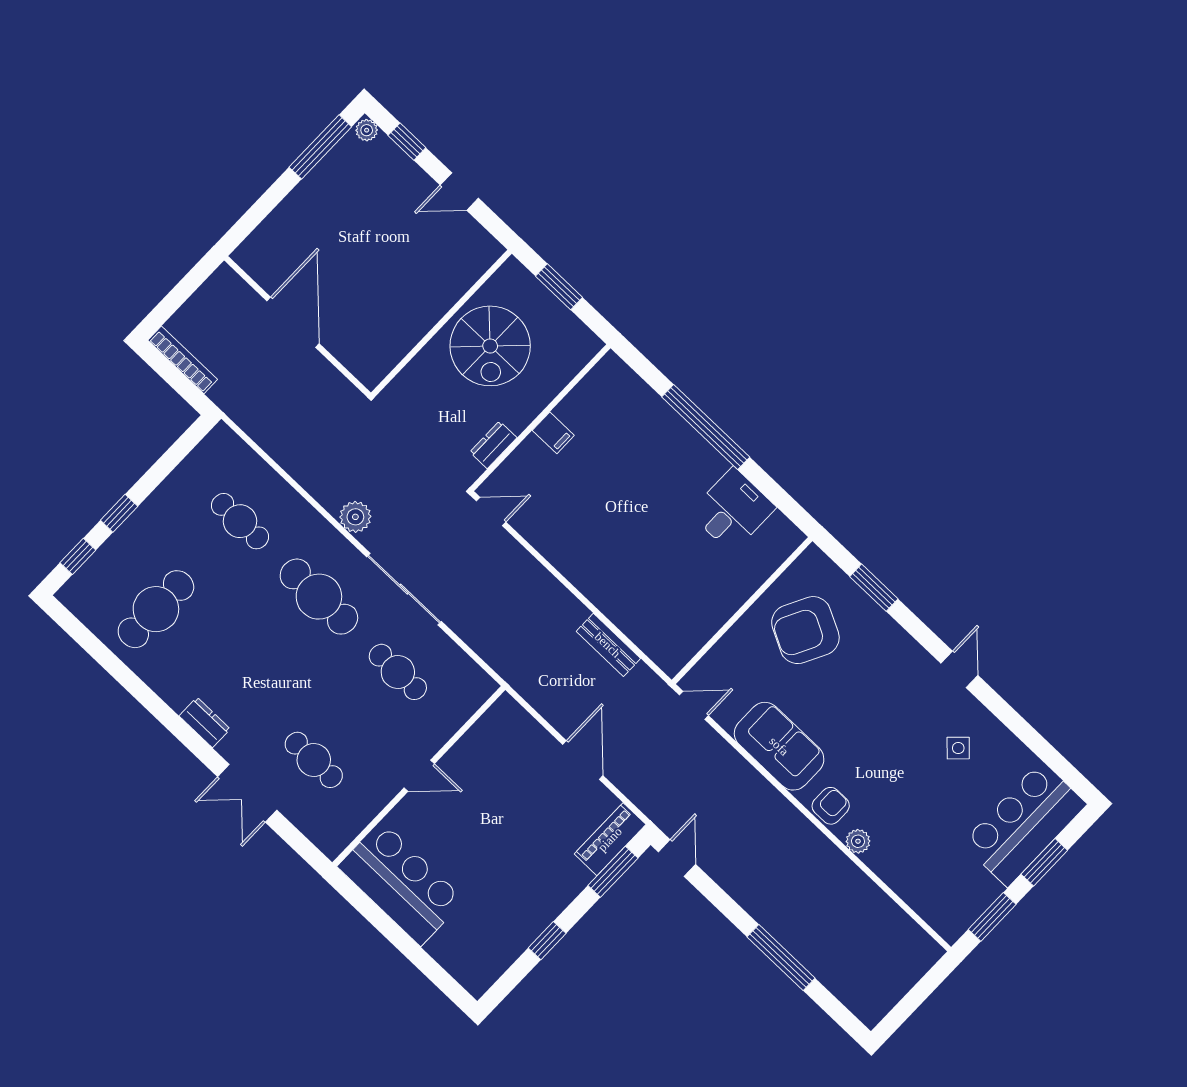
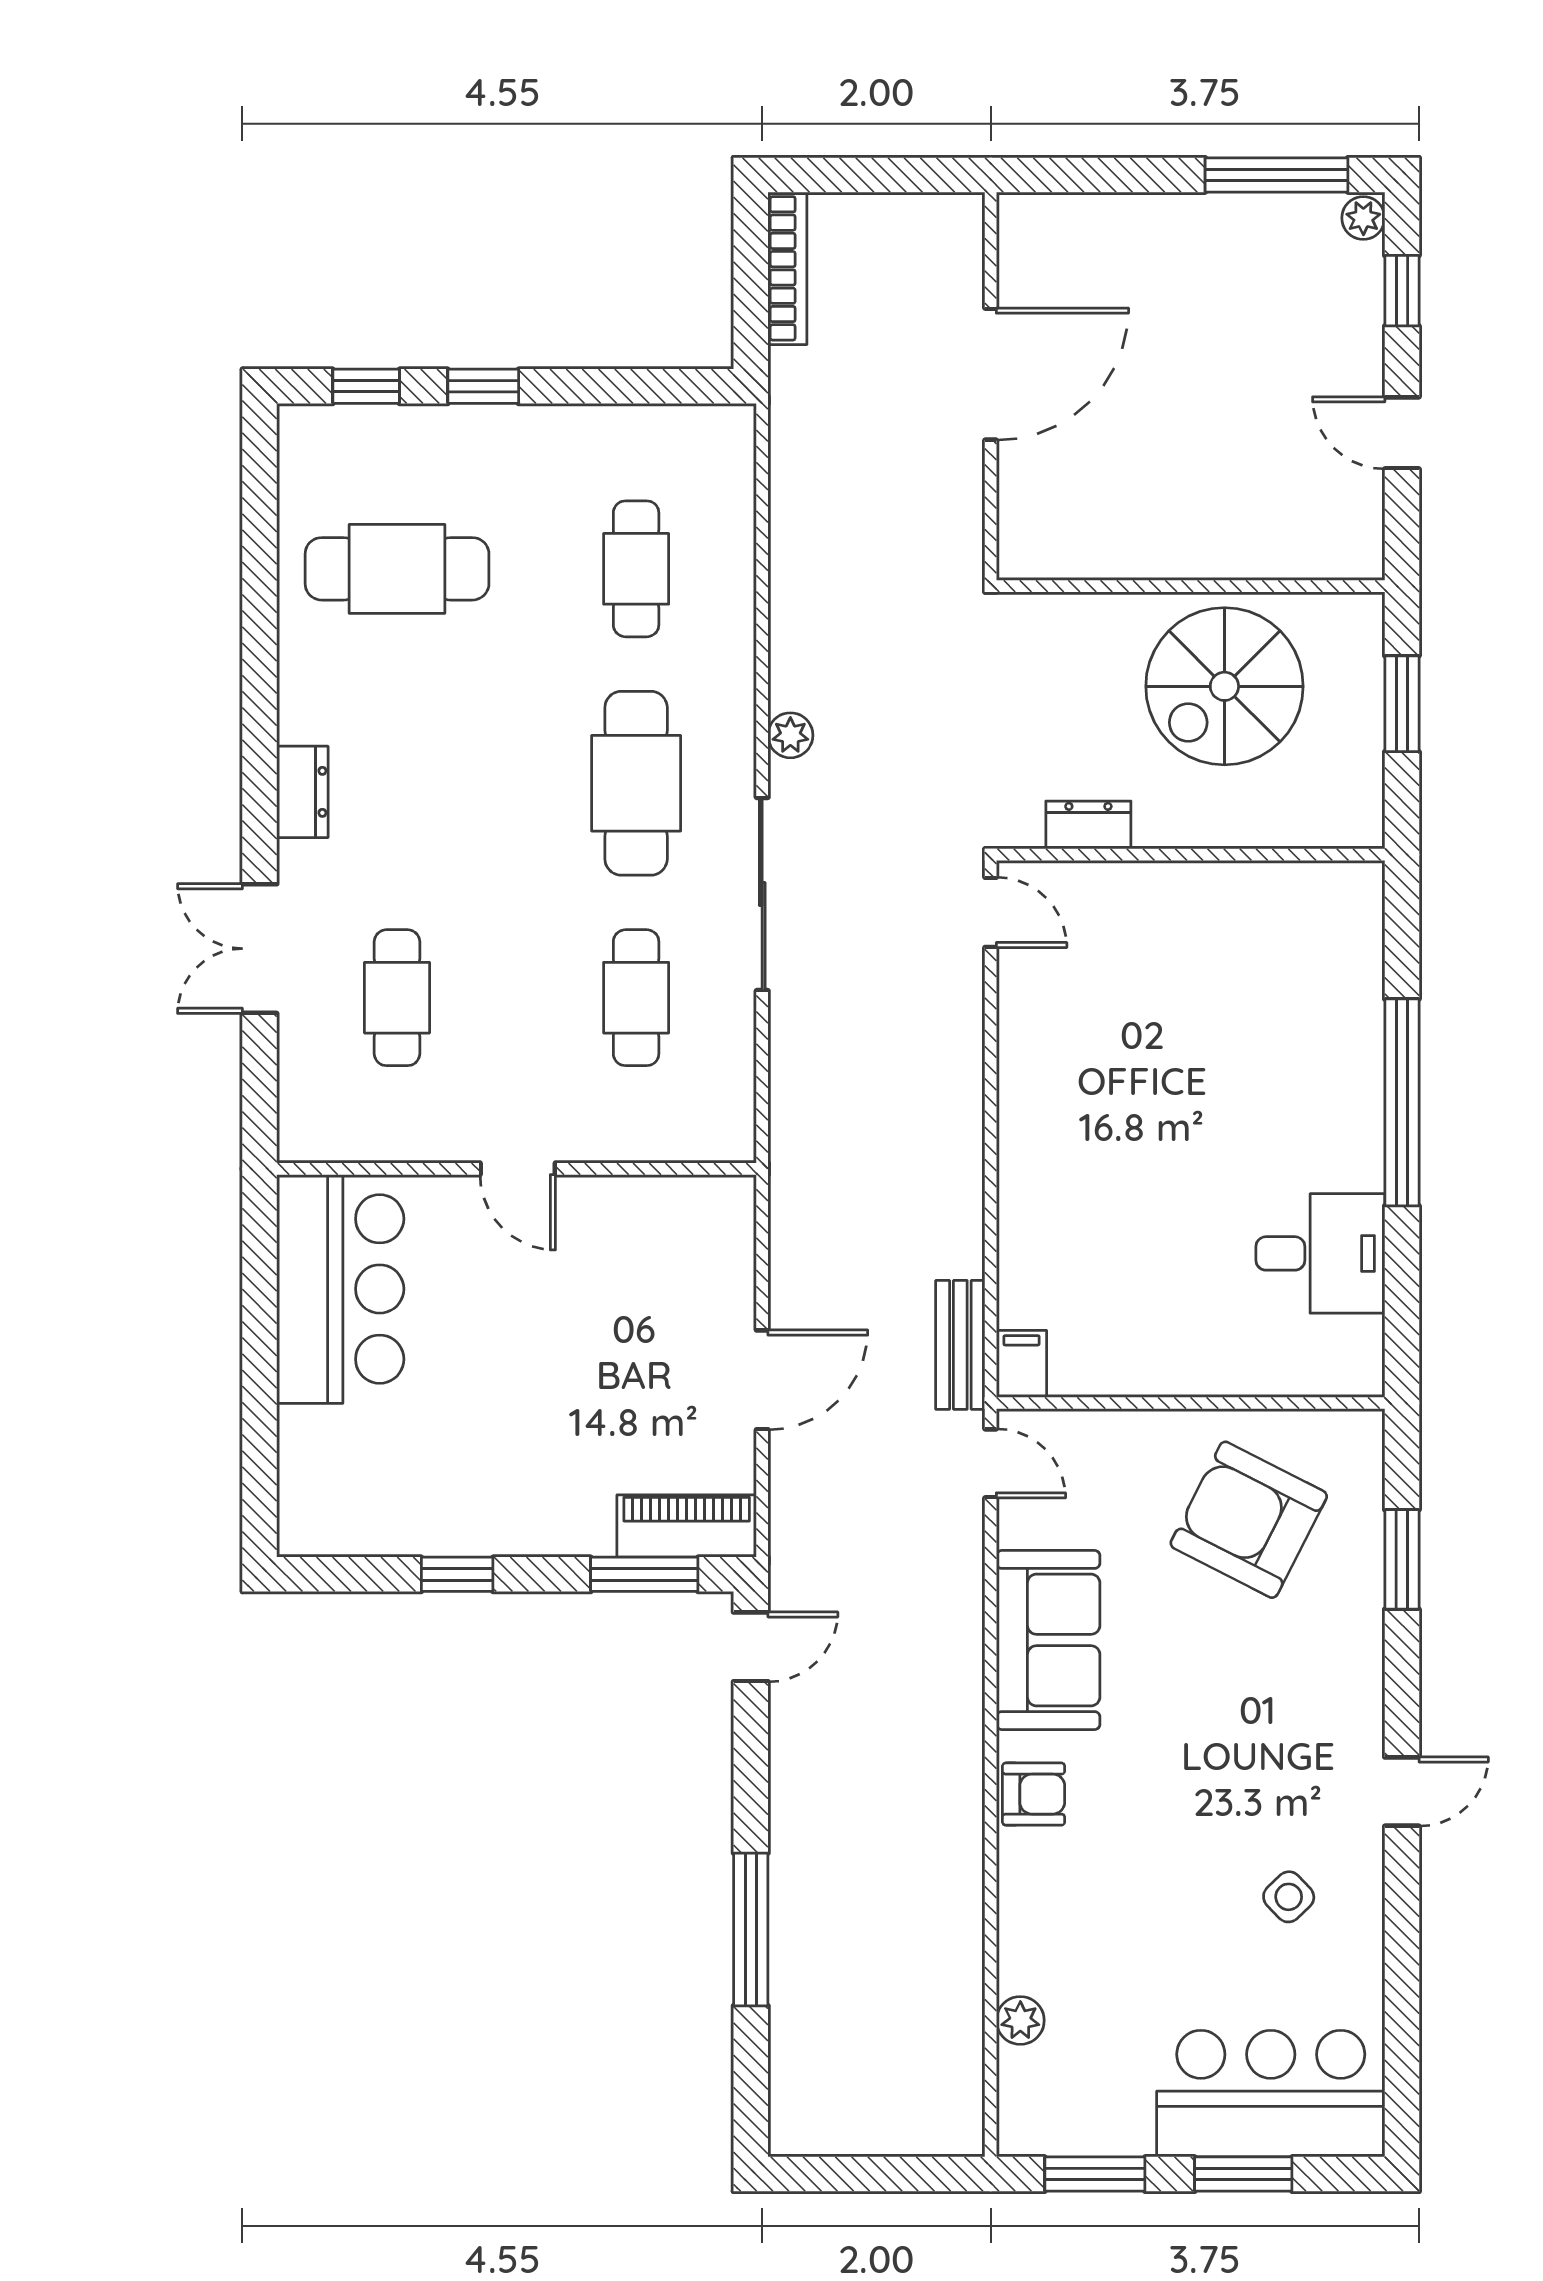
filing cabinet: (553, 433) -> (1021, 1364), moved, turned 180
plant: (355, 517) -> (790, 735), width x0.73, depth x0.73
bench: (608, 645) -> (960, 1345), moved
plant: (858, 841) -> (1020, 2020), moved

